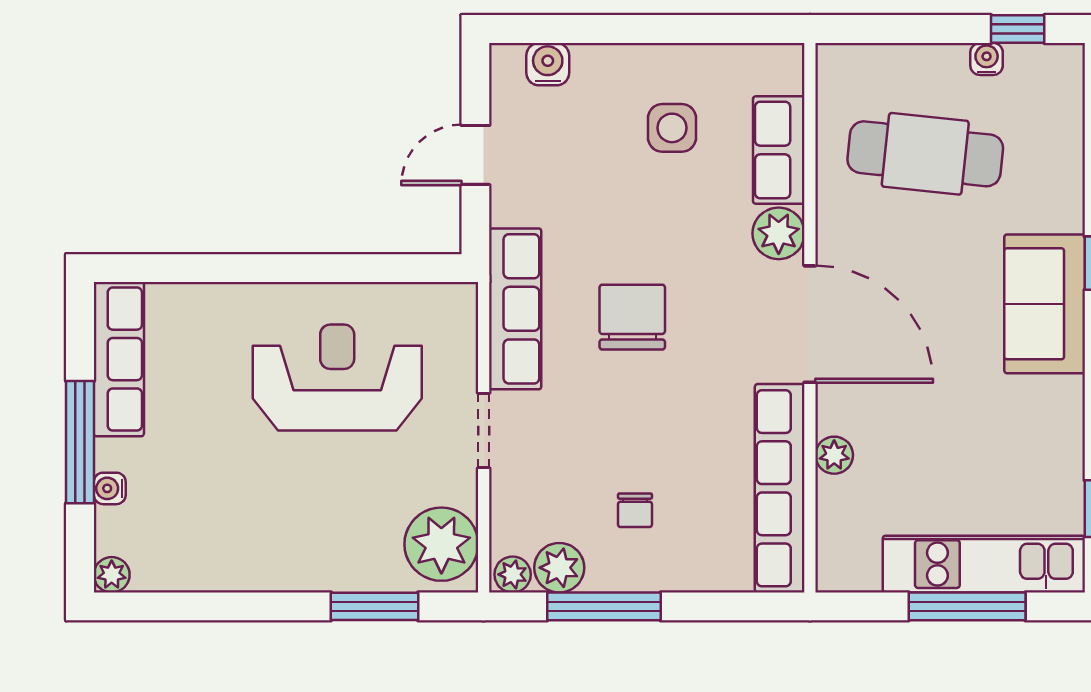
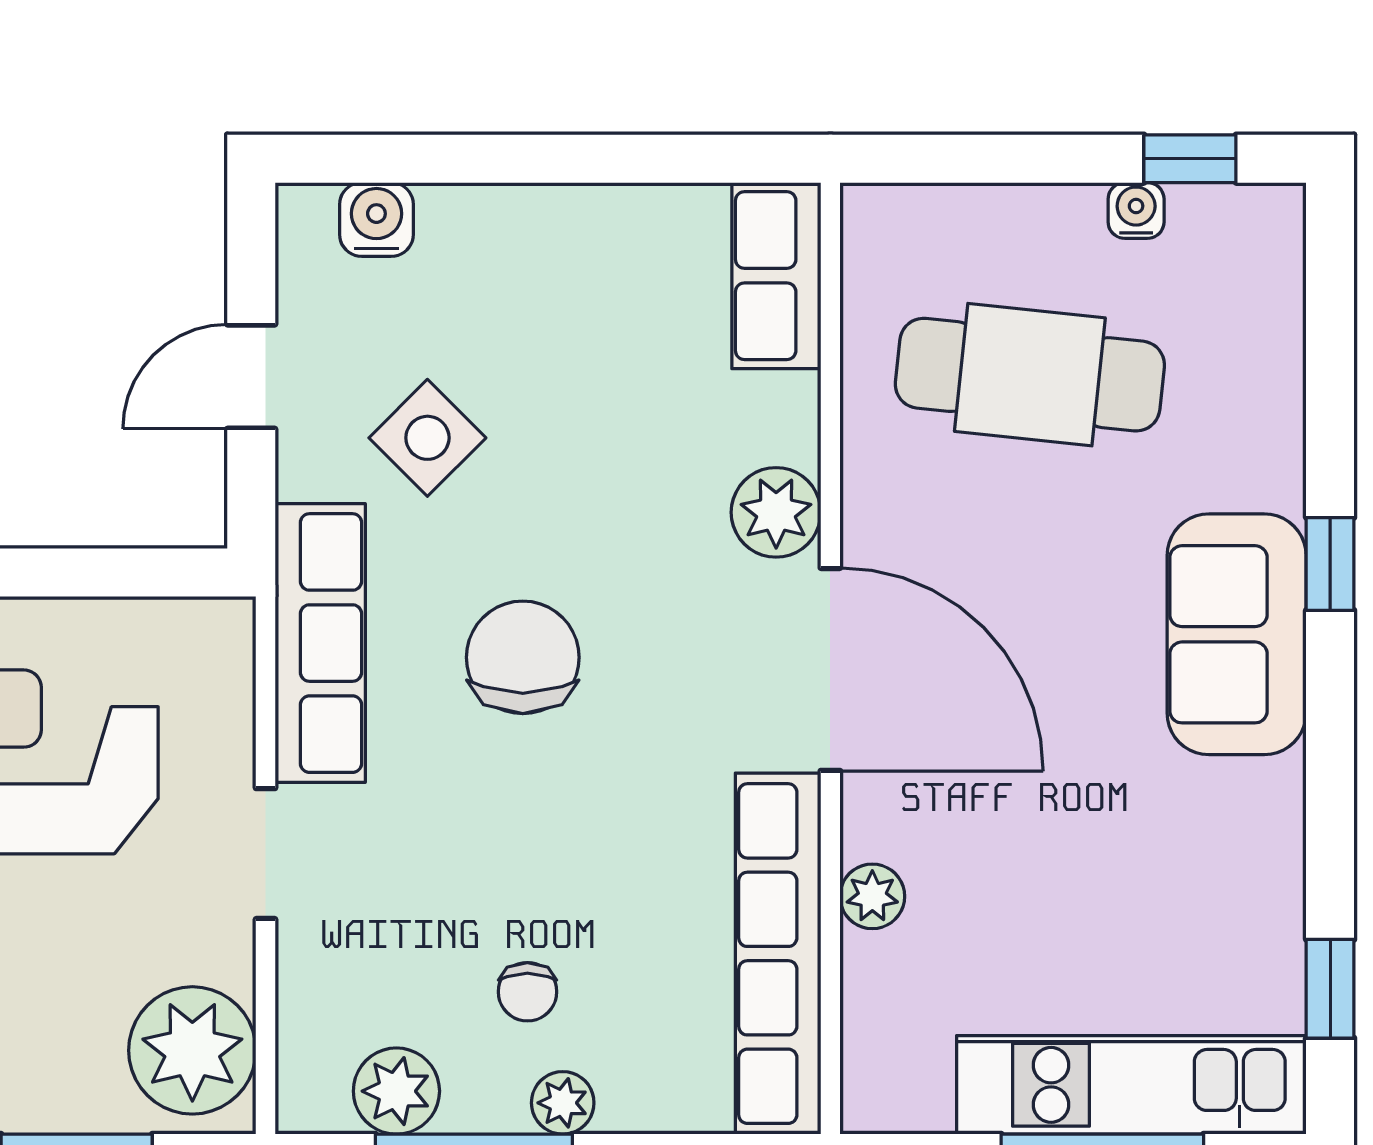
side table: (672, 128) -> (427, 438), moved, turned 45
row of seats: (779, 150) -> (776, 276), moved
plant: (513, 574) -> (563, 1103), moved

